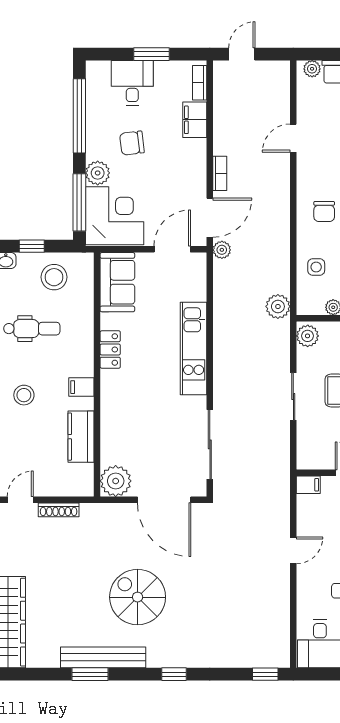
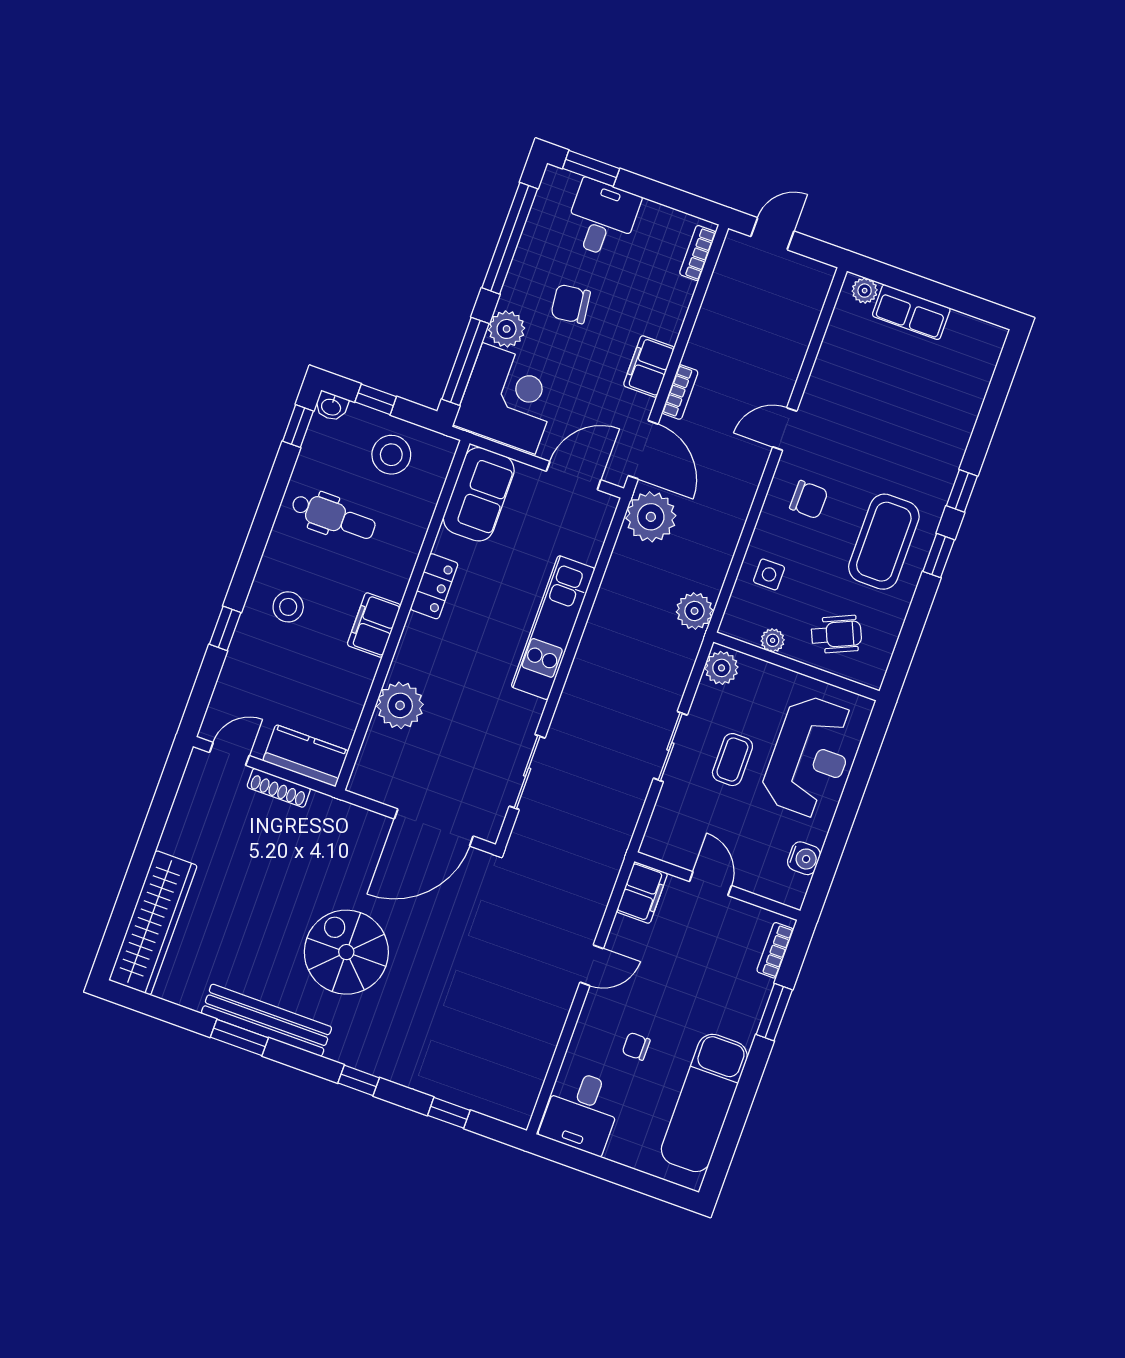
window: (152, 54) -> (591, 168), moved
filing cabinet: (195, 120) -> (649, 366), moved
door: (293, 138) -> (785, 429), moved
chair: (324, 212) -> (809, 500), turned -89
door: (210, 218) -> (643, 450), hinge flipped
plant: (222, 250) -> (651, 517), width x1.87, depth x1.87
filing cabinet: (81, 387) -> (374, 625), width x2.00
kitchen counter: (81, 437) -> (306, 756), moved, turned 90
sliding door: (210, 444) -> (527, 772), width x0.73
plant: (116, 481) -> (400, 705), moved
filing cabinet: (308, 485) -> (642, 893), width x2.00
door: (164, 500) -> (434, 827), hinge flipped
window: (265, 674) -> (449, 1113), moved

